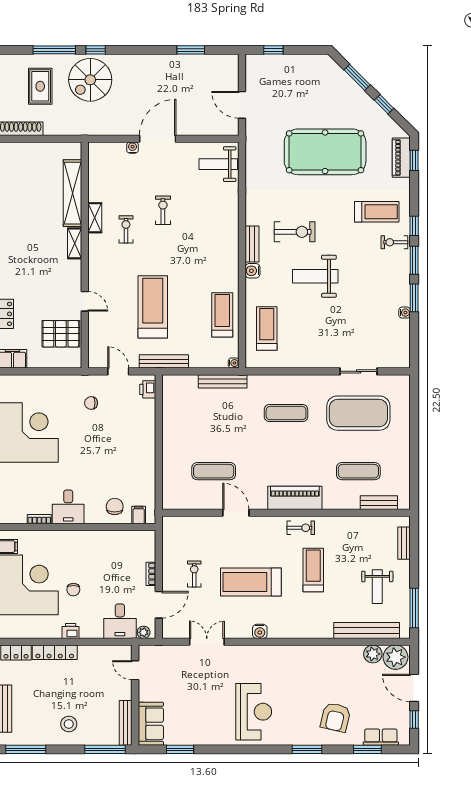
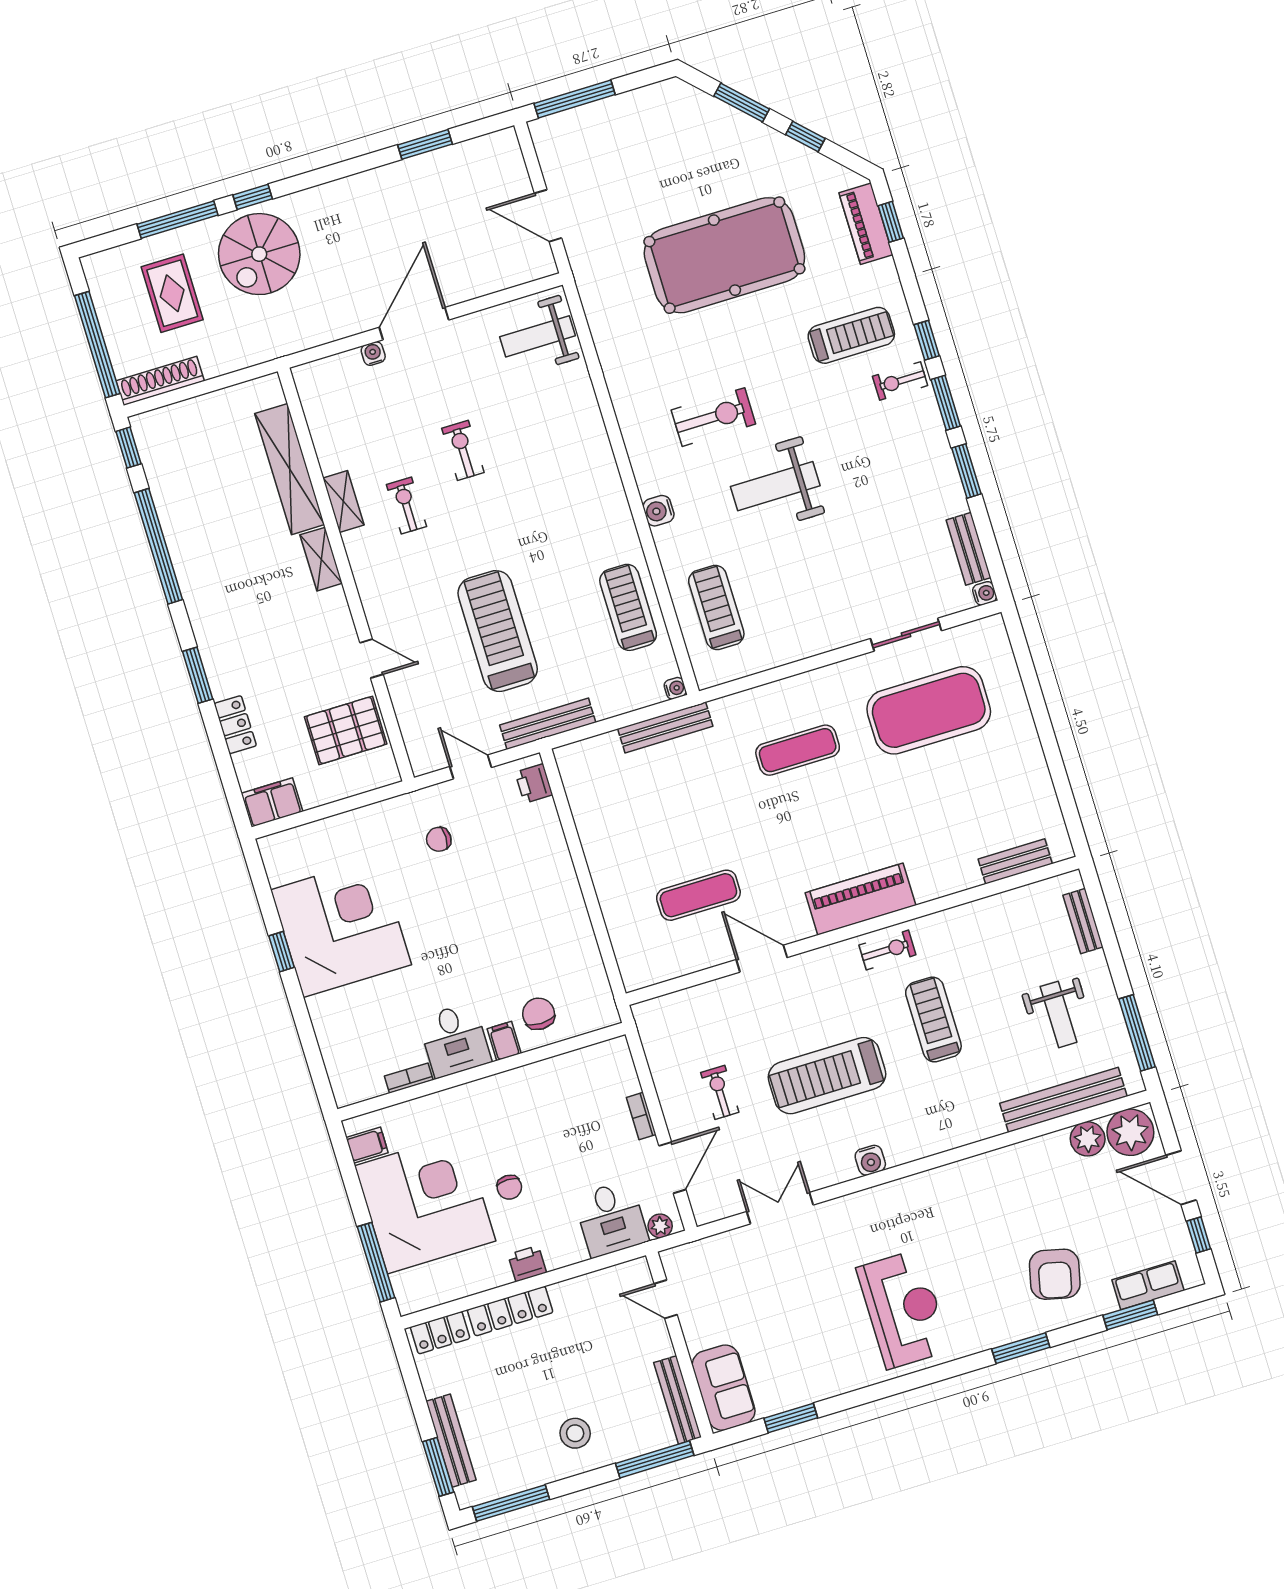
window: (273, 50) -> (575, 99), width x2.17
bench: (252, 244) -> (969, 549), moved
water cooler: (405, 313) -> (985, 593), moved
exercise mat: (358, 471) -> (961, 816), removed
filing cabinet: (139, 515) -> (504, 1041), moved

